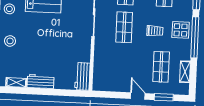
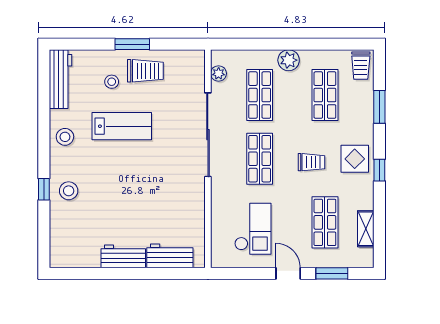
window: (195, 37) -> (379, 170), width x0.32
checkout: (118, 69) -> (253, 229), added
workbench: (82, 76) -> (170, 256), moved, turned 90
shelving: (16, 82) -> (83, 260), removed

